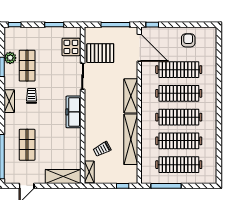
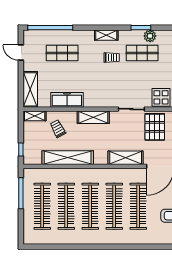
shelving: (131, 96) -> (126, 158), moved
freezer: (74, 112) -> (67, 100), moved
shelving: (91, 114) -> (93, 117), added

